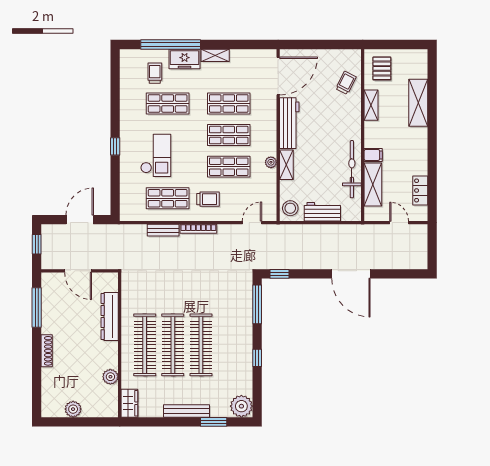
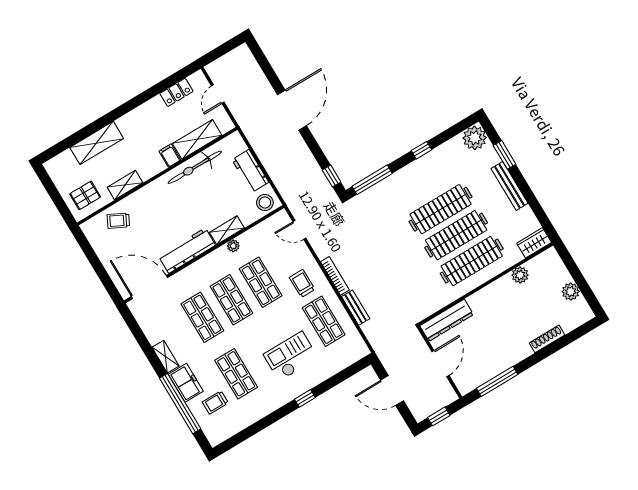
dresser: (110, 317) -> (447, 320), moved
shoe rack: (47, 351) -> (547, 339), moved

